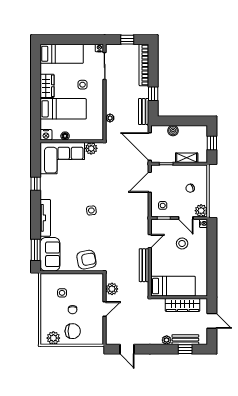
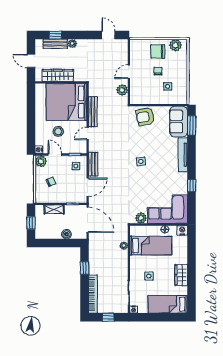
bed: (63, 109) -> (151, 246), moved, turned 180
bench: (144, 112) -> (93, 164), moved
bed: (173, 286) -> (66, 102), width x2.04

